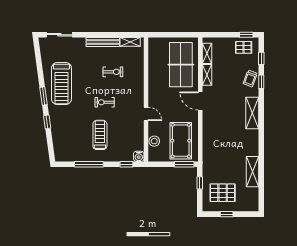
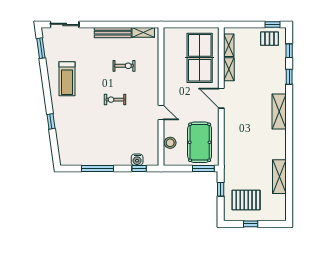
trolley: (250, 78) -> (277, 73), removed
treadmill: (61, 84) -> (67, 79), width x0.73, depth x0.73
window: (44, 96) -> (41, 48), moved
treadmill: (100, 135) -> (110, 136), removed
water cooler: (139, 156) -> (137, 160), moved

